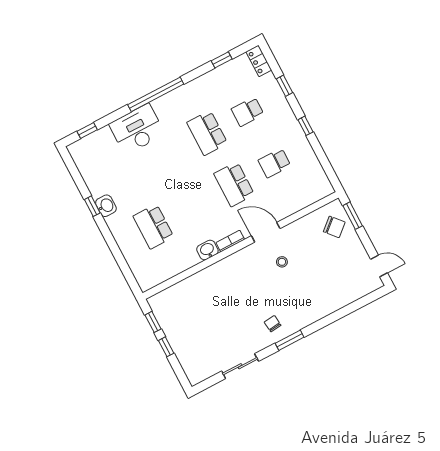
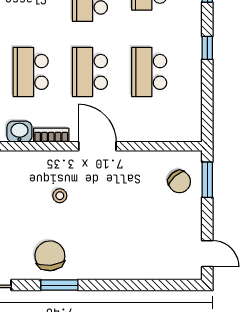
school desk: (274, 163) -> (149, 72), width x1.85
school desk: (194, 205) -> (31, 72), added
stool: (282, 262) -> (60, 196), moved
chair: (273, 324) -> (50, 256), width x1.87, depth x1.87

